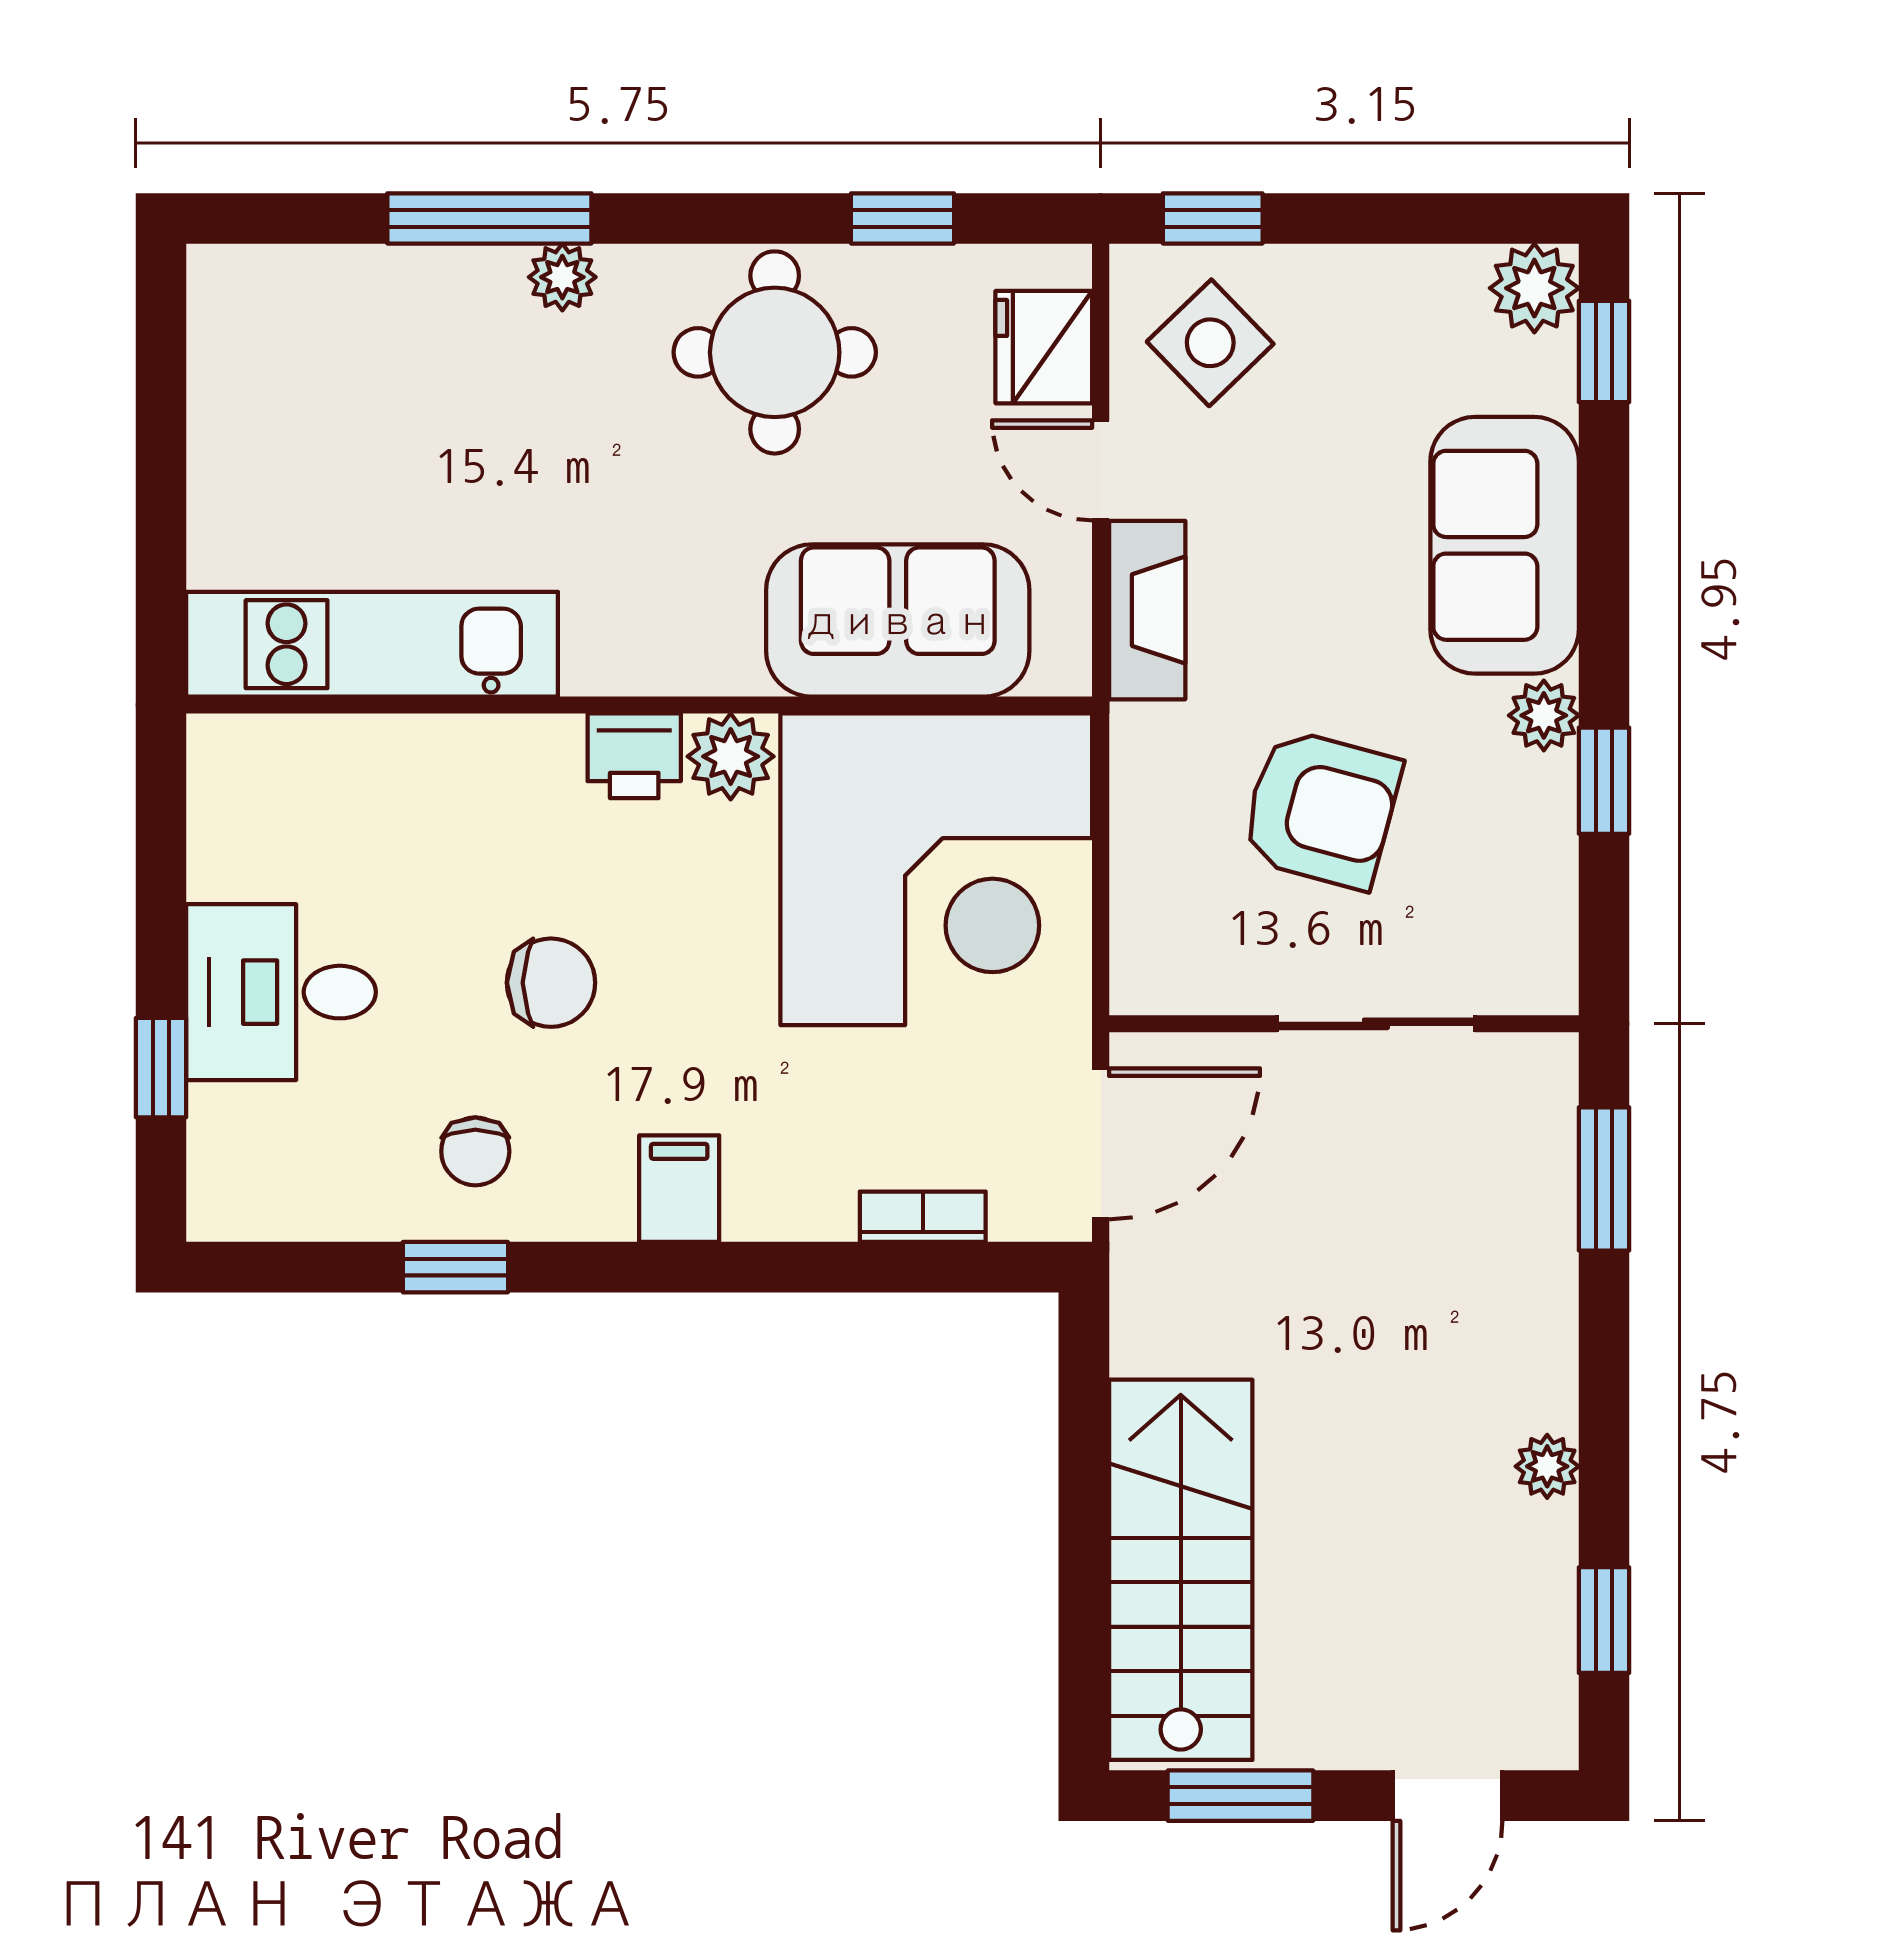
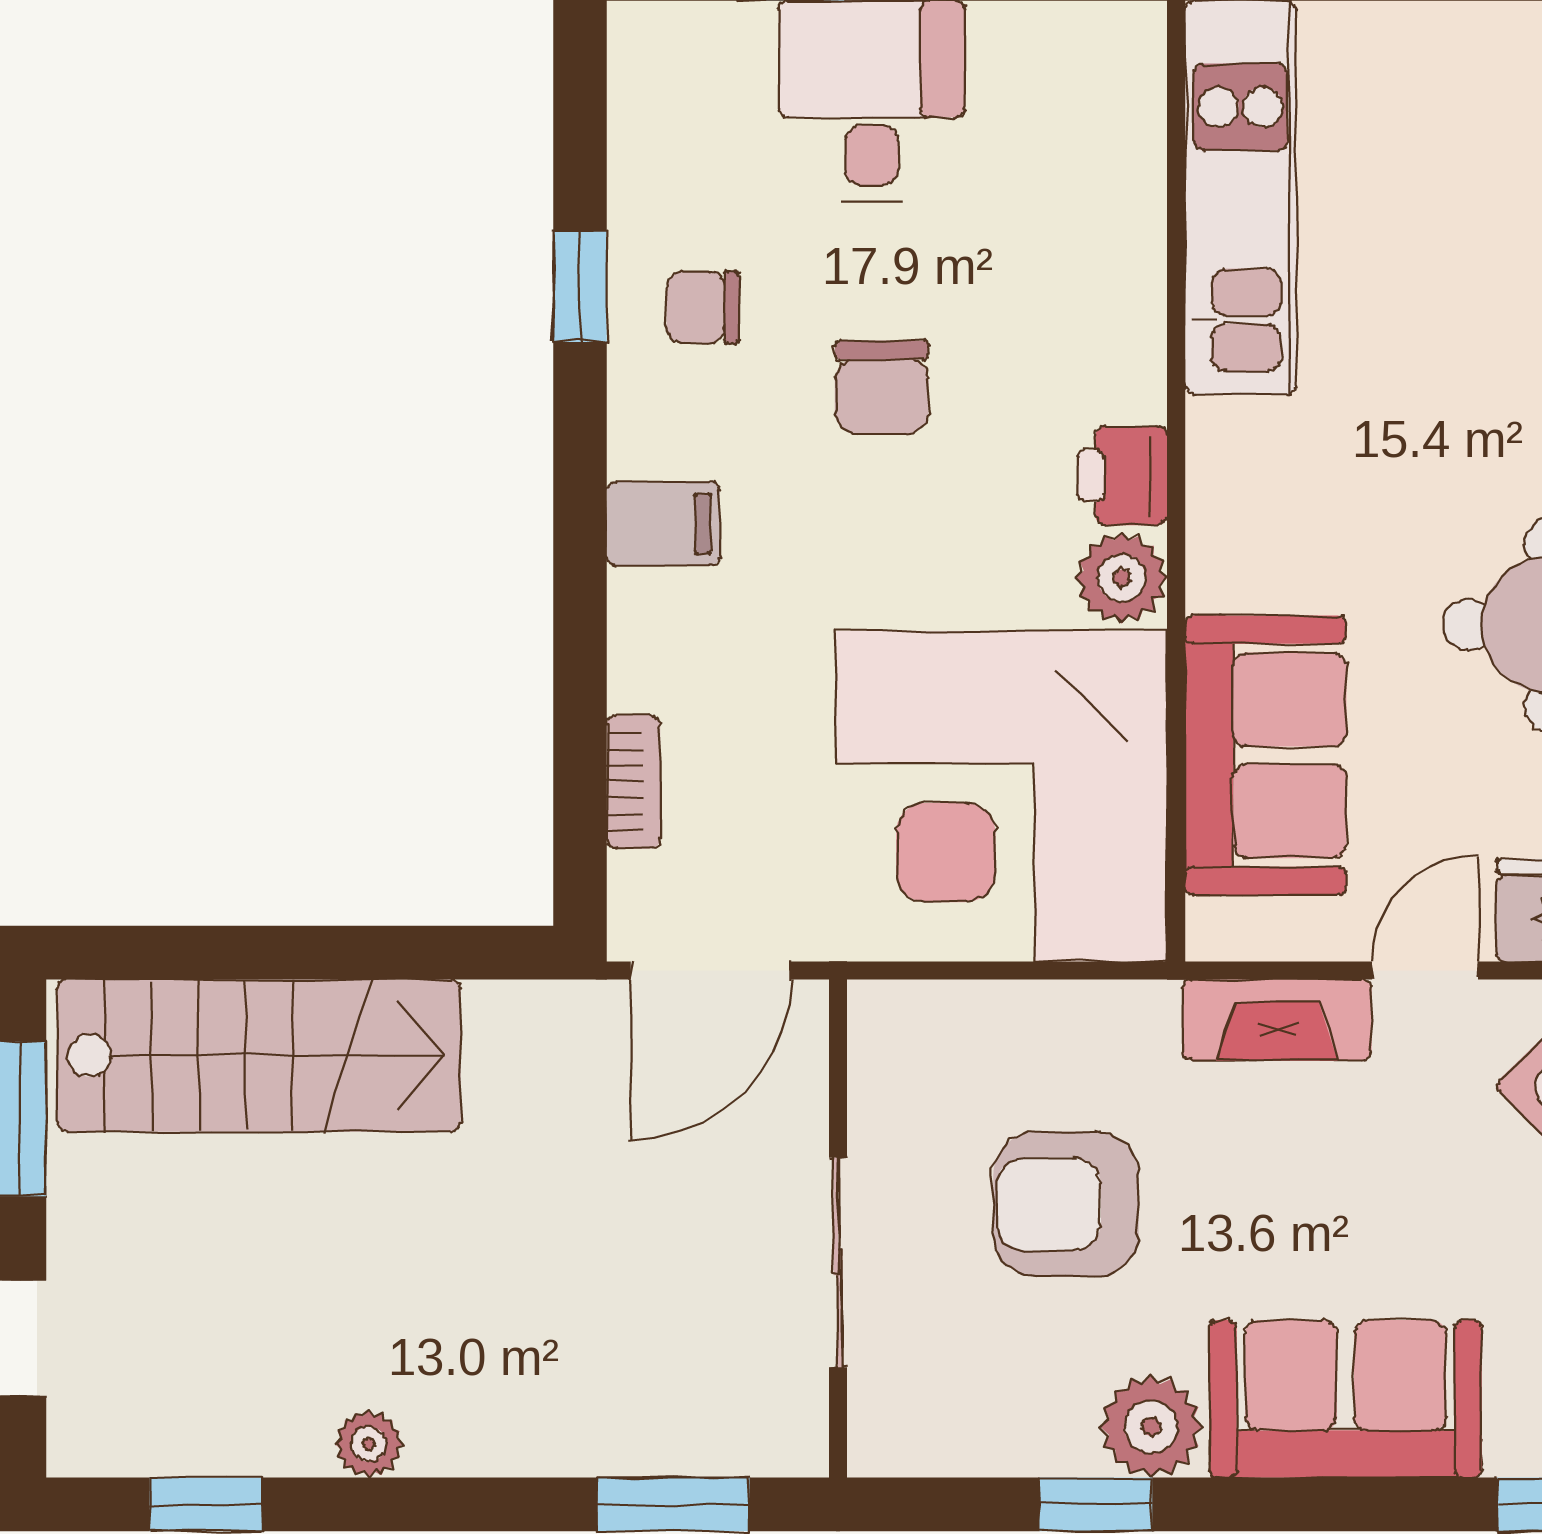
plant: (1544, 715) -> (1151, 1427), width x1.38, depth x1.38
armchair: (1321, 809) -> (1066, 1204), turned 75
door: (1101, 1144) -> (711, 970), hinge flipped

